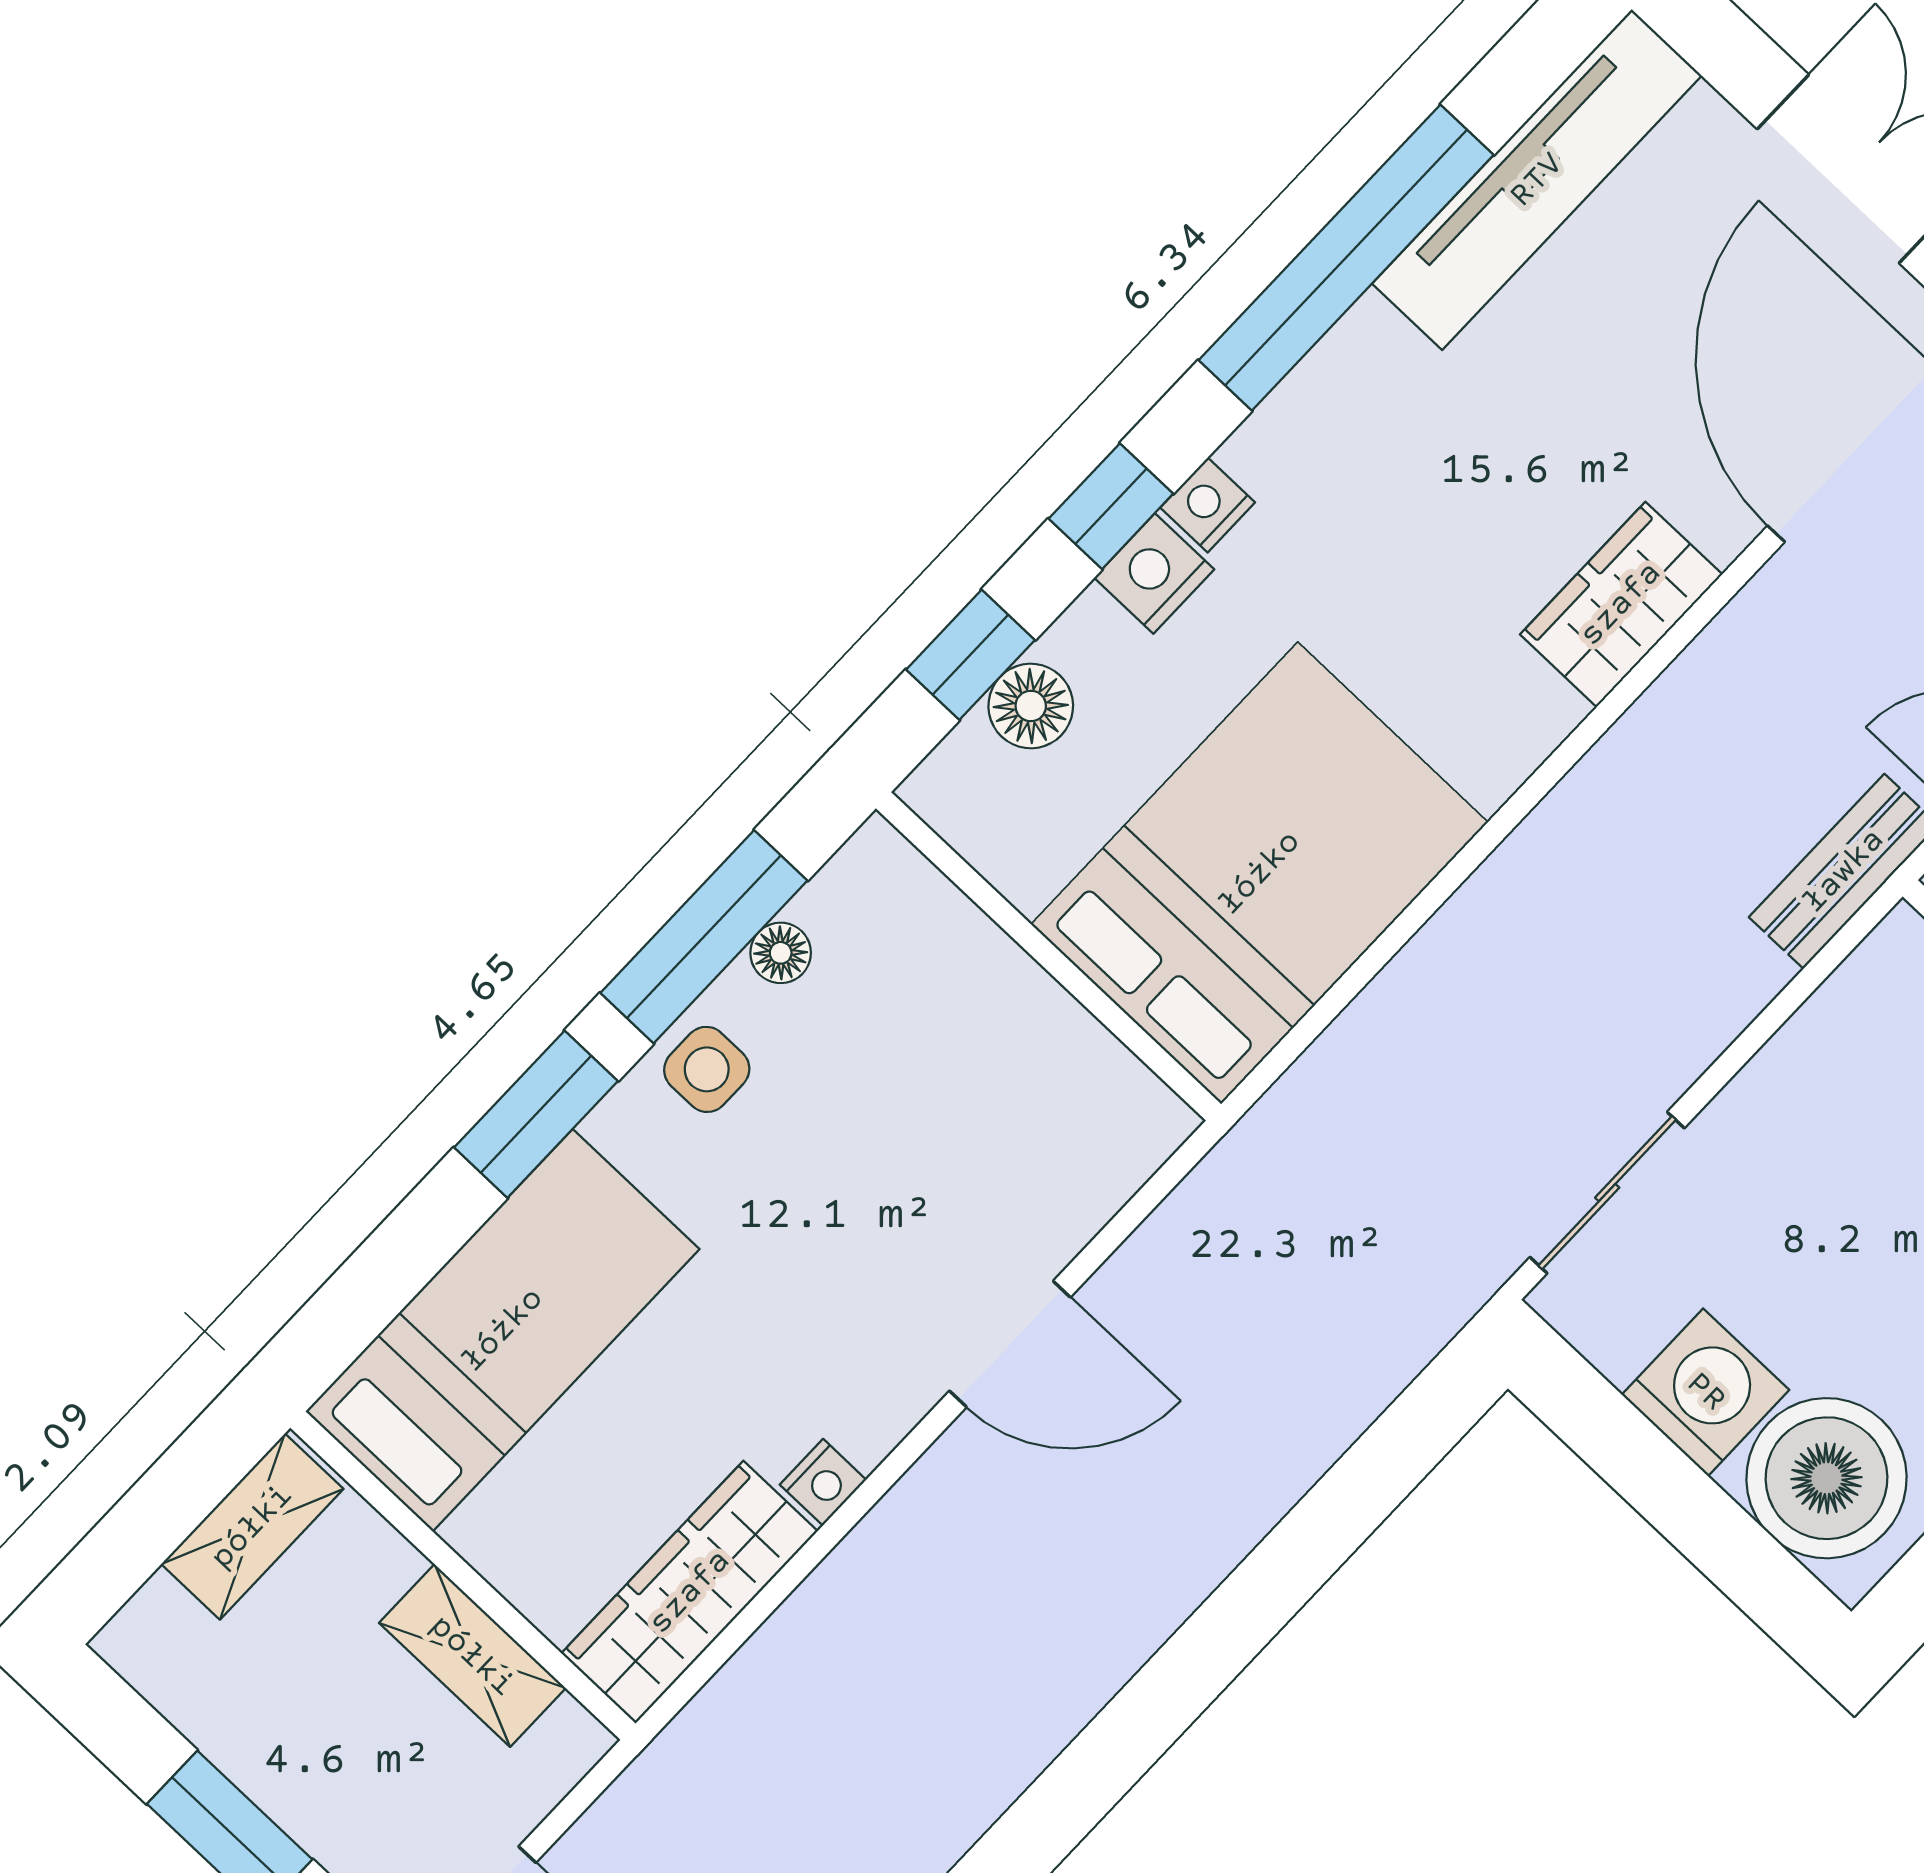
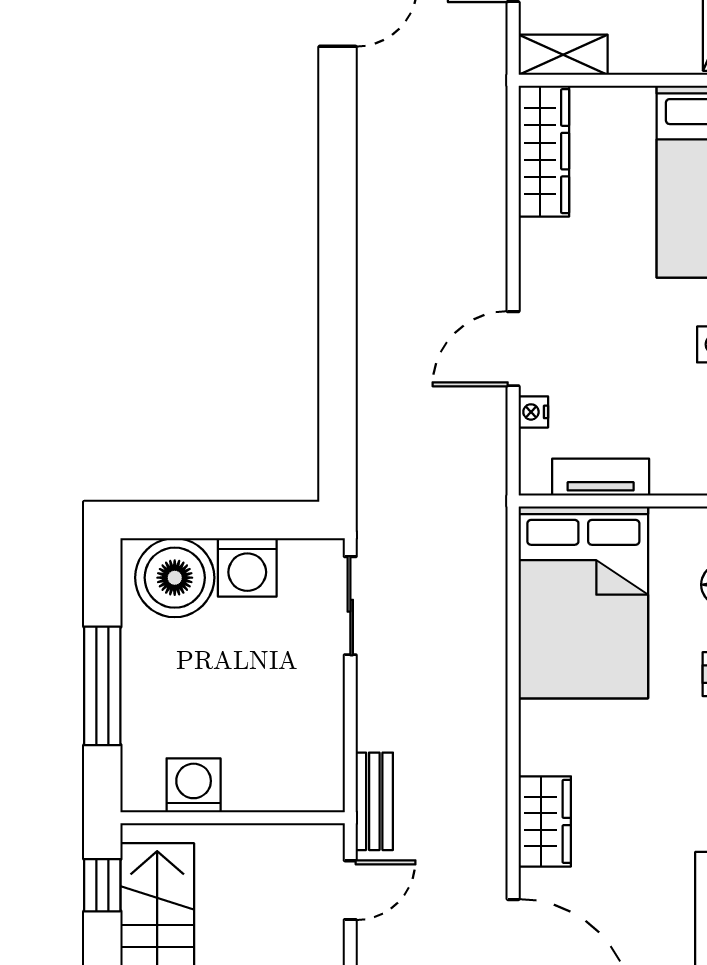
tv unit: (1060, 1034) -> (601, 477), added
nightstand: (823, 1482) -> (533, 412), moved
shelving: (472, 1656) -> (563, 55), moved

